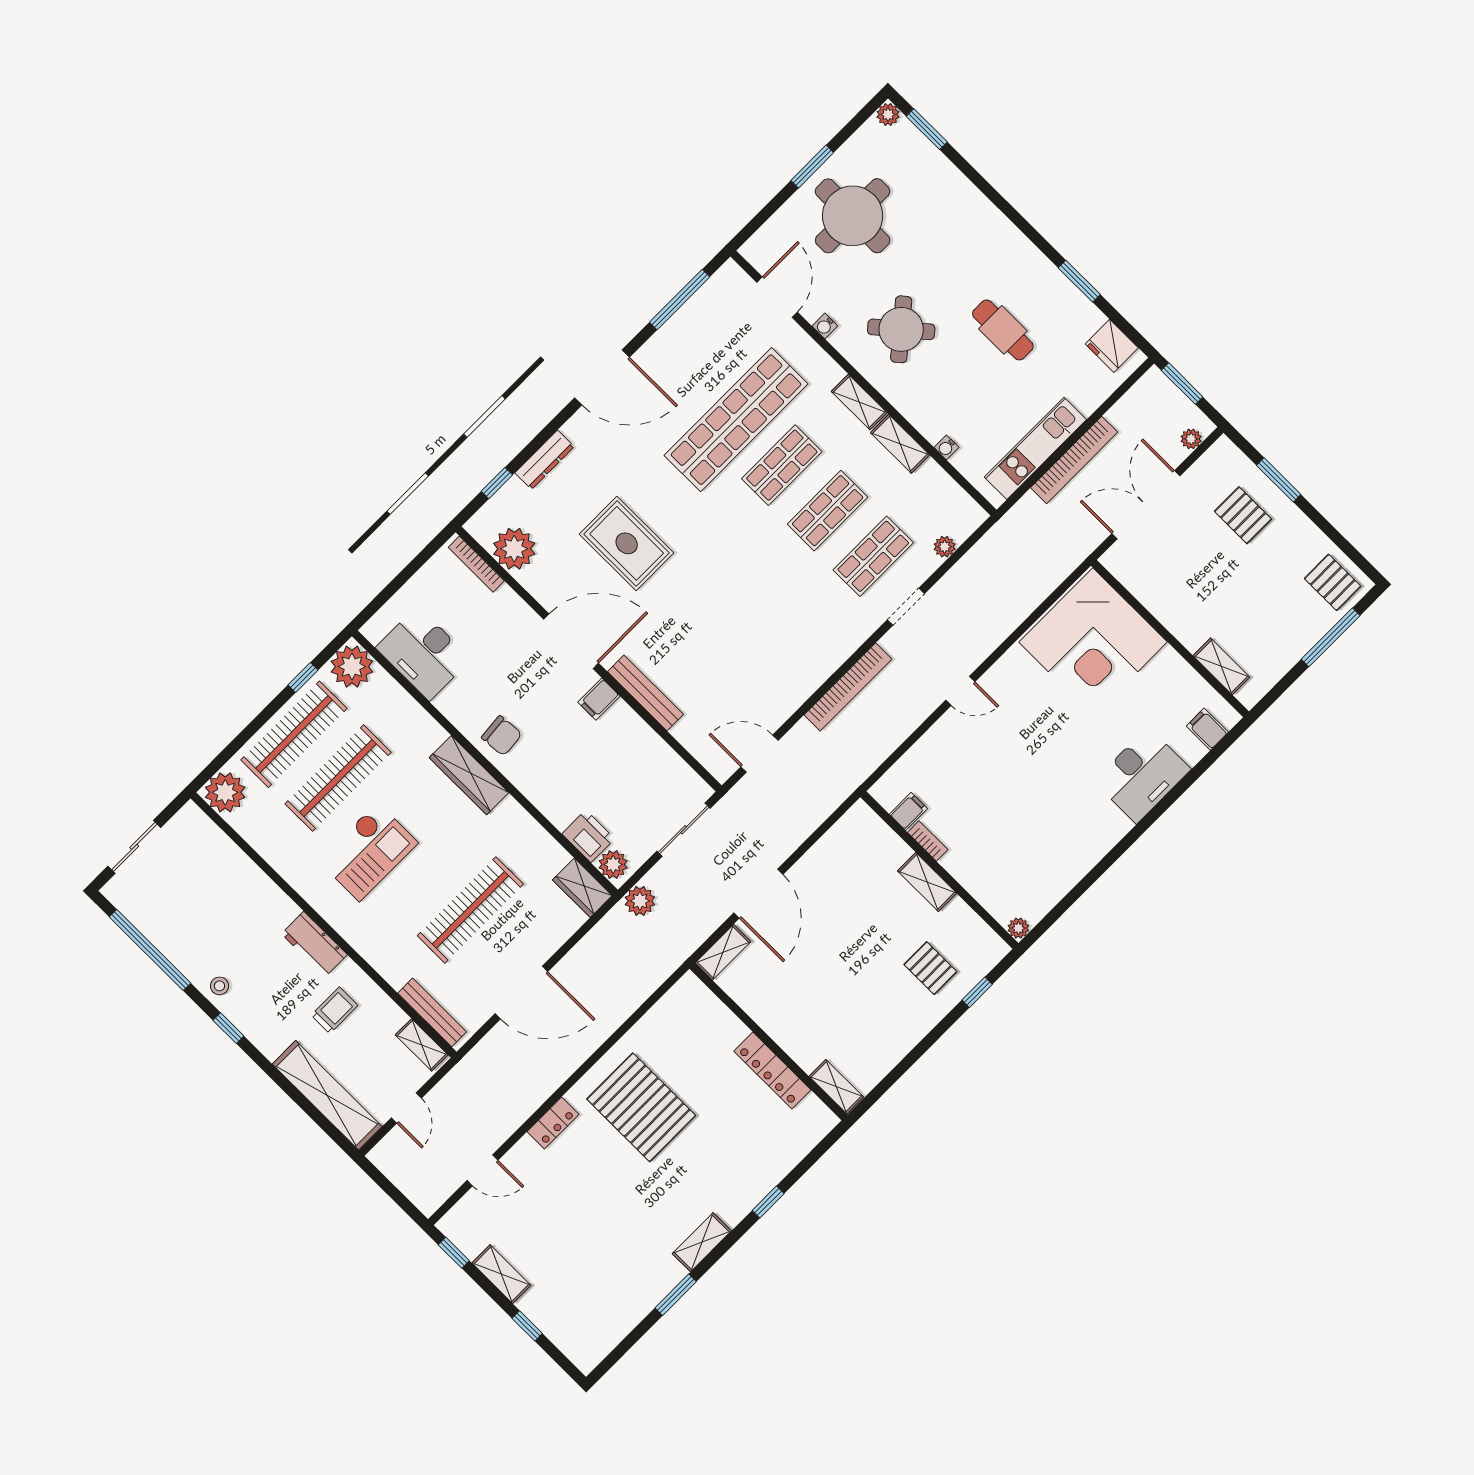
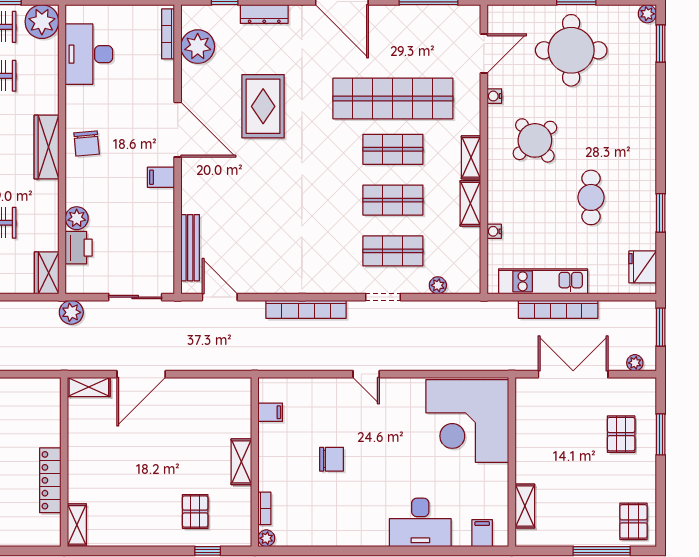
bench: (645, 693) -> (190, 248), moved
chair: (1006, 798) -> (332, 459), added
bookcase: (928, 841) -> (264, 508), moved
plant: (613, 864) -> (77, 218), moved

